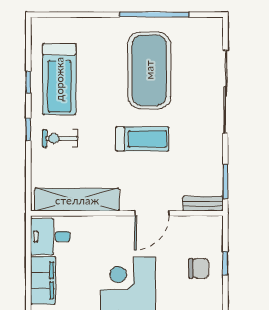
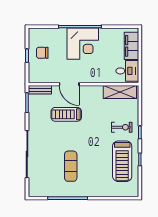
exercise mat: (149, 70) -> (71, 166), width x0.50, depth x0.69
treadmill: (59, 79) -> (122, 161), turned 180
treadmill: (142, 139) -> (66, 114), moved
shelving: (77, 200) -> (120, 92), width x0.68
door: (152, 213) -> (69, 84), swing flipped

